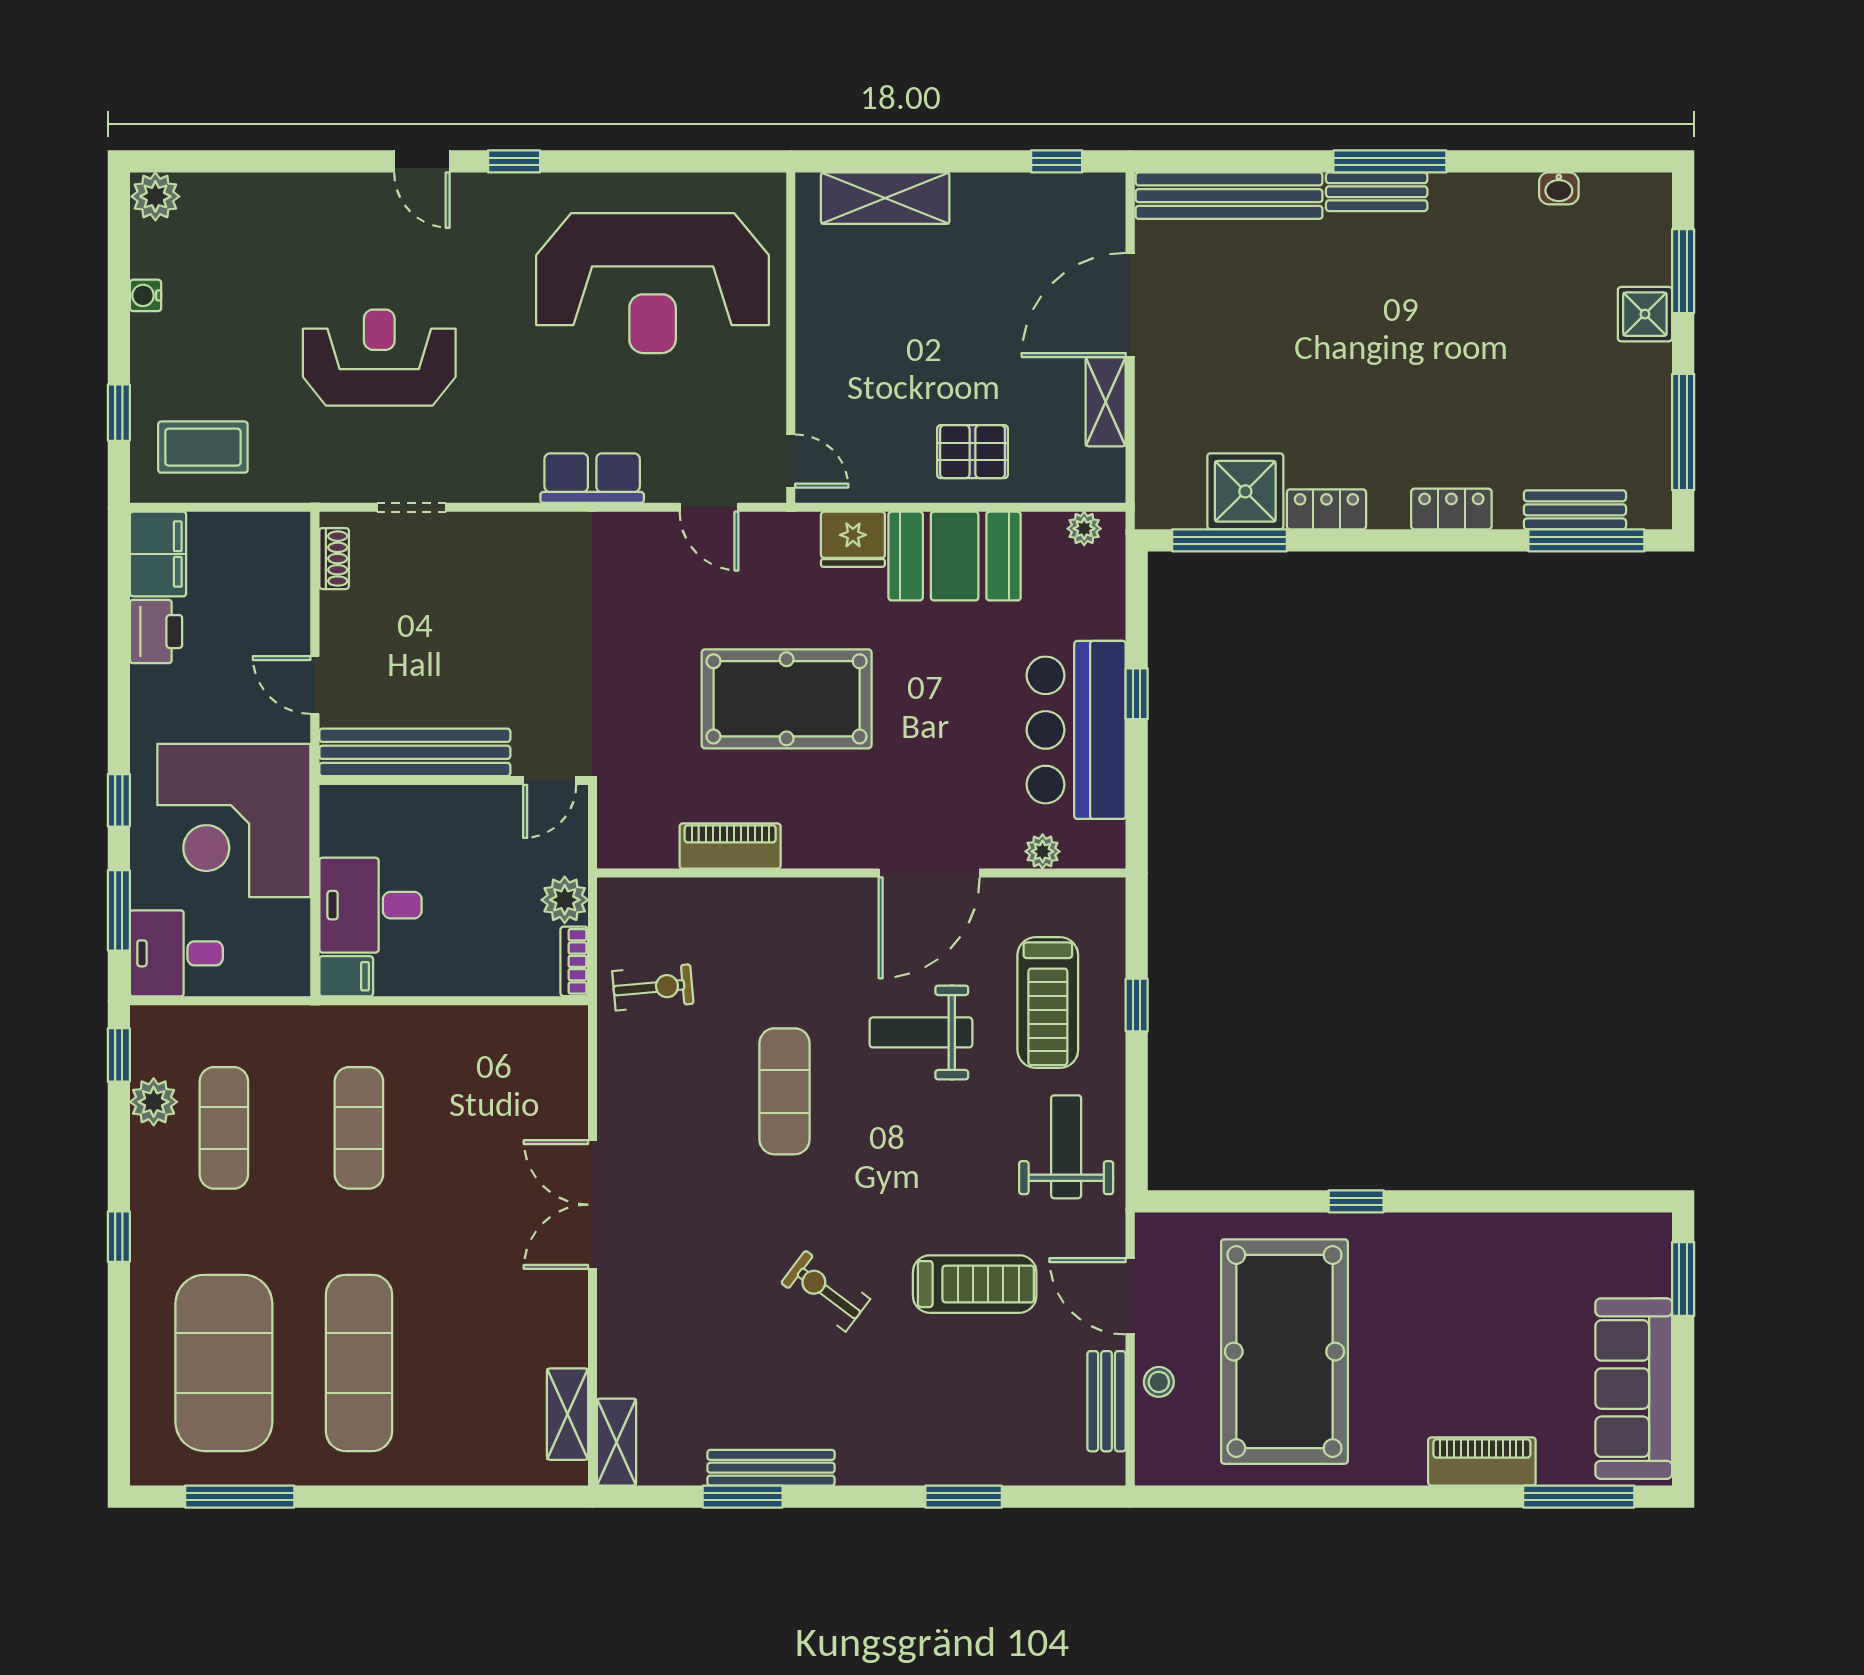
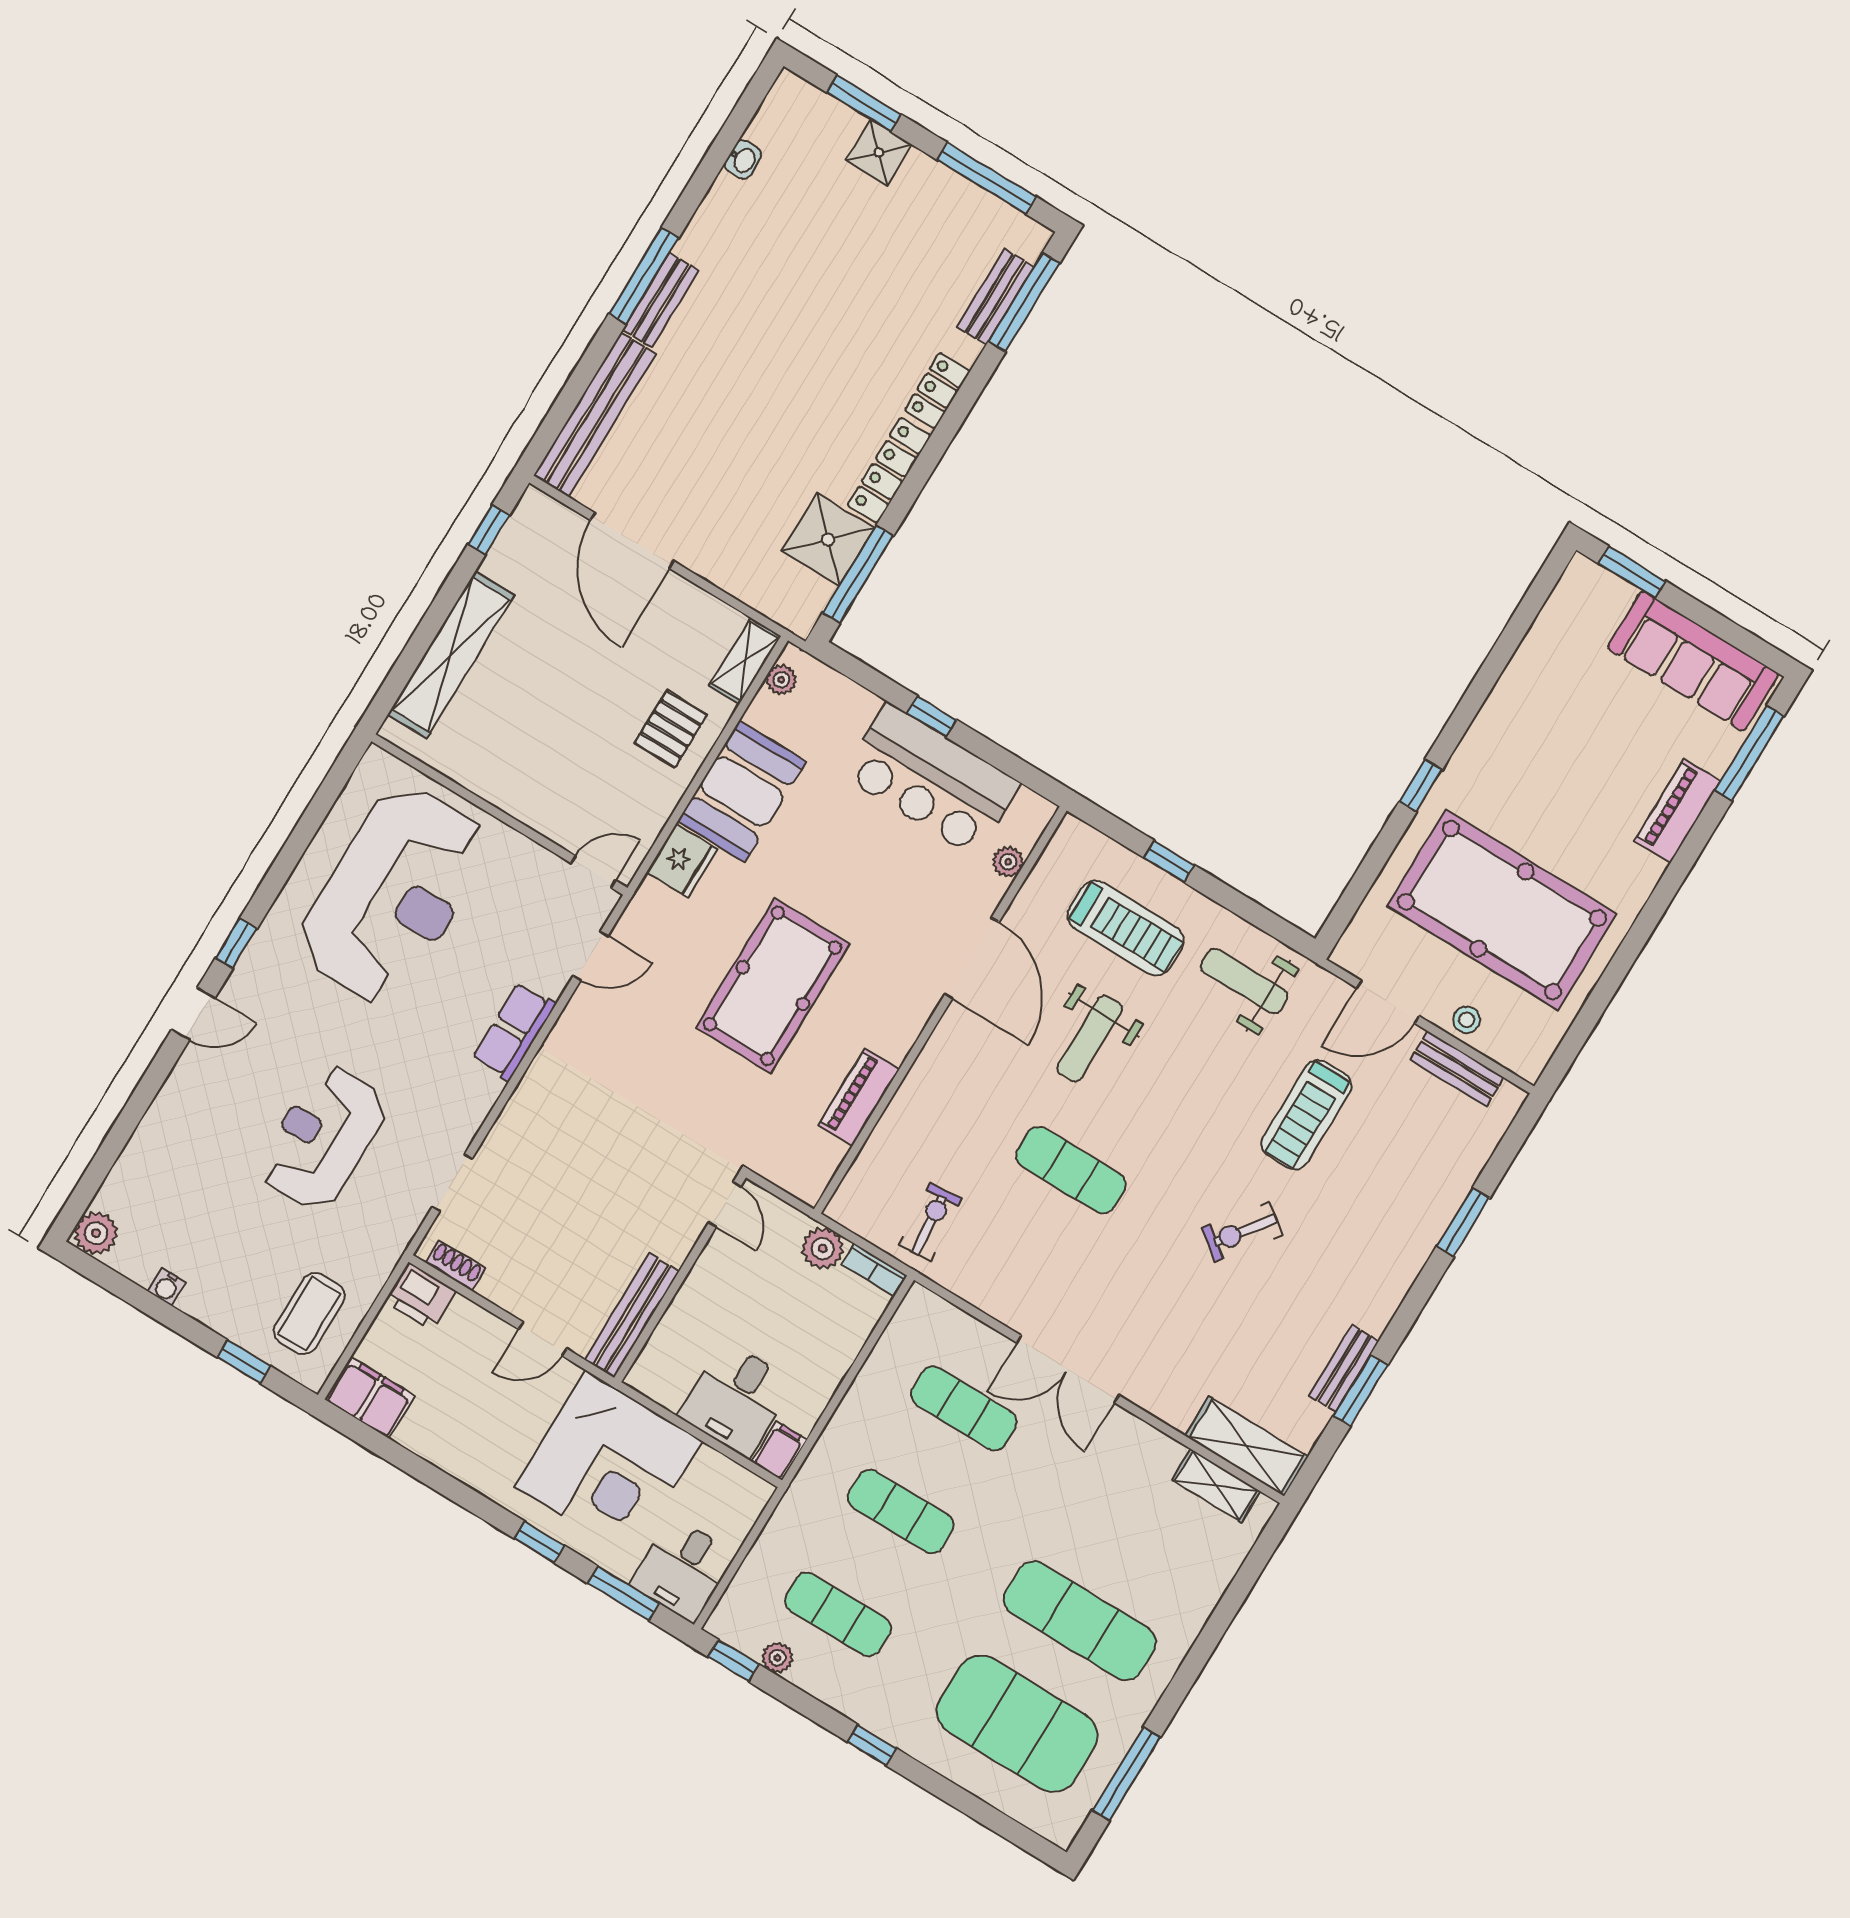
shelving: (885, 198) -> (451, 655), width x1.47
shelving: (1106, 402) -> (745, 661), moved, turned 90
locker: (1326, 509) -> (889, 470), width x1.53
printer: (156, 632) -> (420, 1296), moved, turned 180
bench: (415, 752) -> (632, 1316), width x0.73, depth x0.82
plant: (154, 1102) -> (777, 1658), width x0.73, depth x0.73
exercise mat: (494, 1128) -> (964, 1408), added
treadmill: (975, 1284) -> (1306, 1115), turned 180
shelving: (616, 1442) -> (1247, 1446), width x1.50, depth x1.33
bench: (771, 1468) -> (1344, 1368), width x0.73

